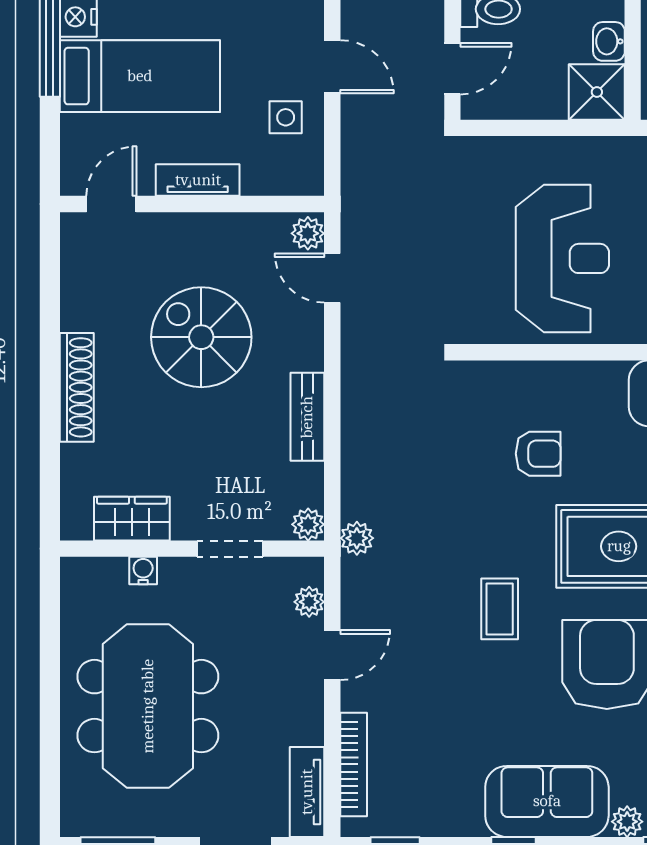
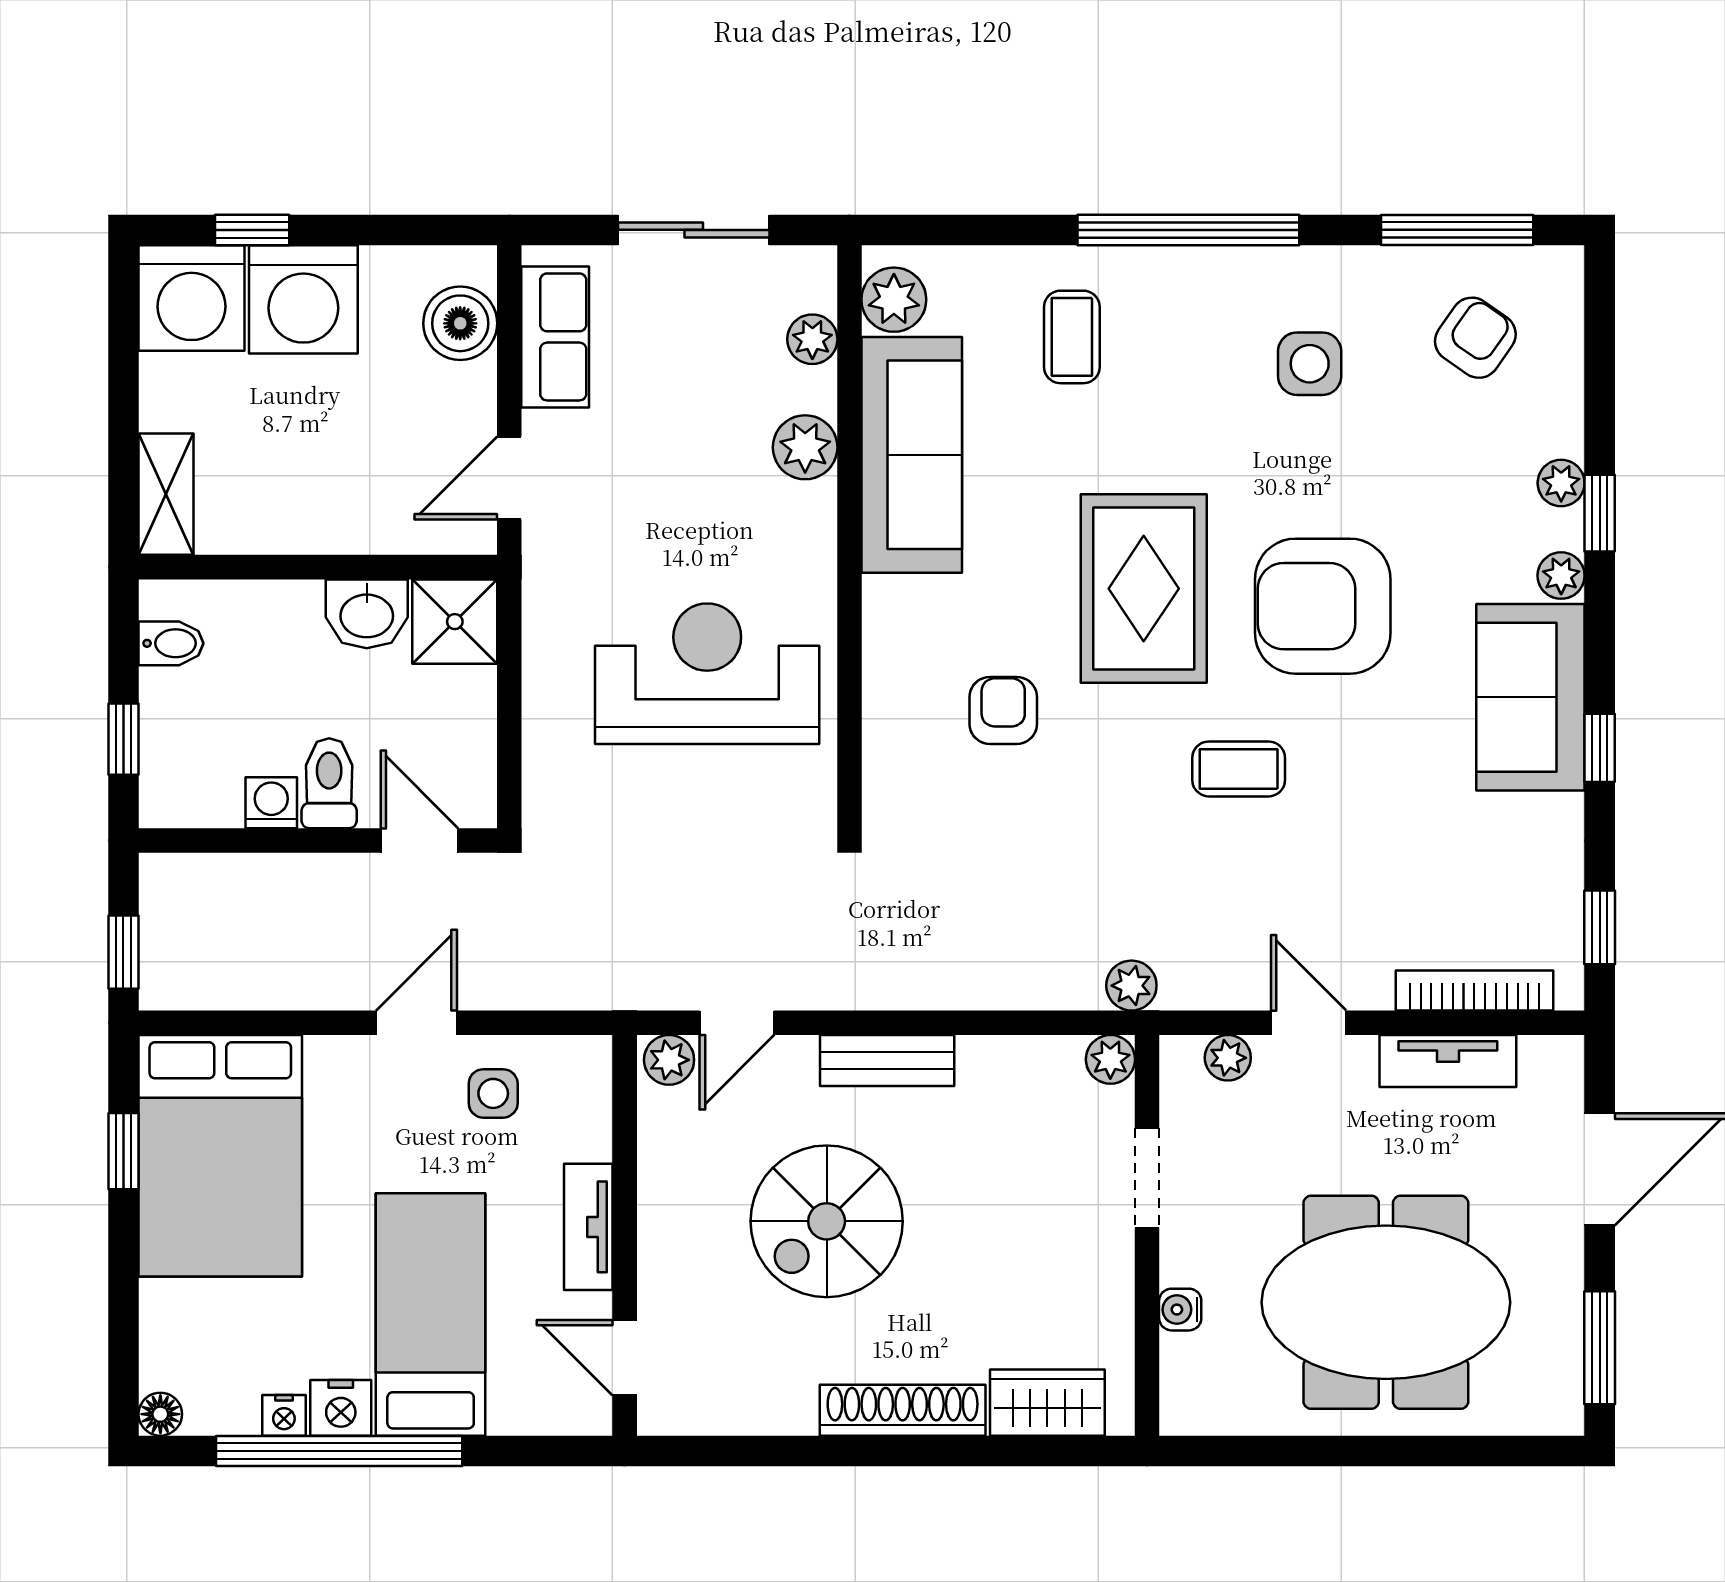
washbasin: (609, 41) -> (367, 614), width x1.38, depth x1.45
bench: (307, 417) -> (887, 1060), moved
wardrobe: (132, 519) -> (1047, 1403), moved, turned 90
tv unit: (307, 792) -> (1448, 1061), moved

